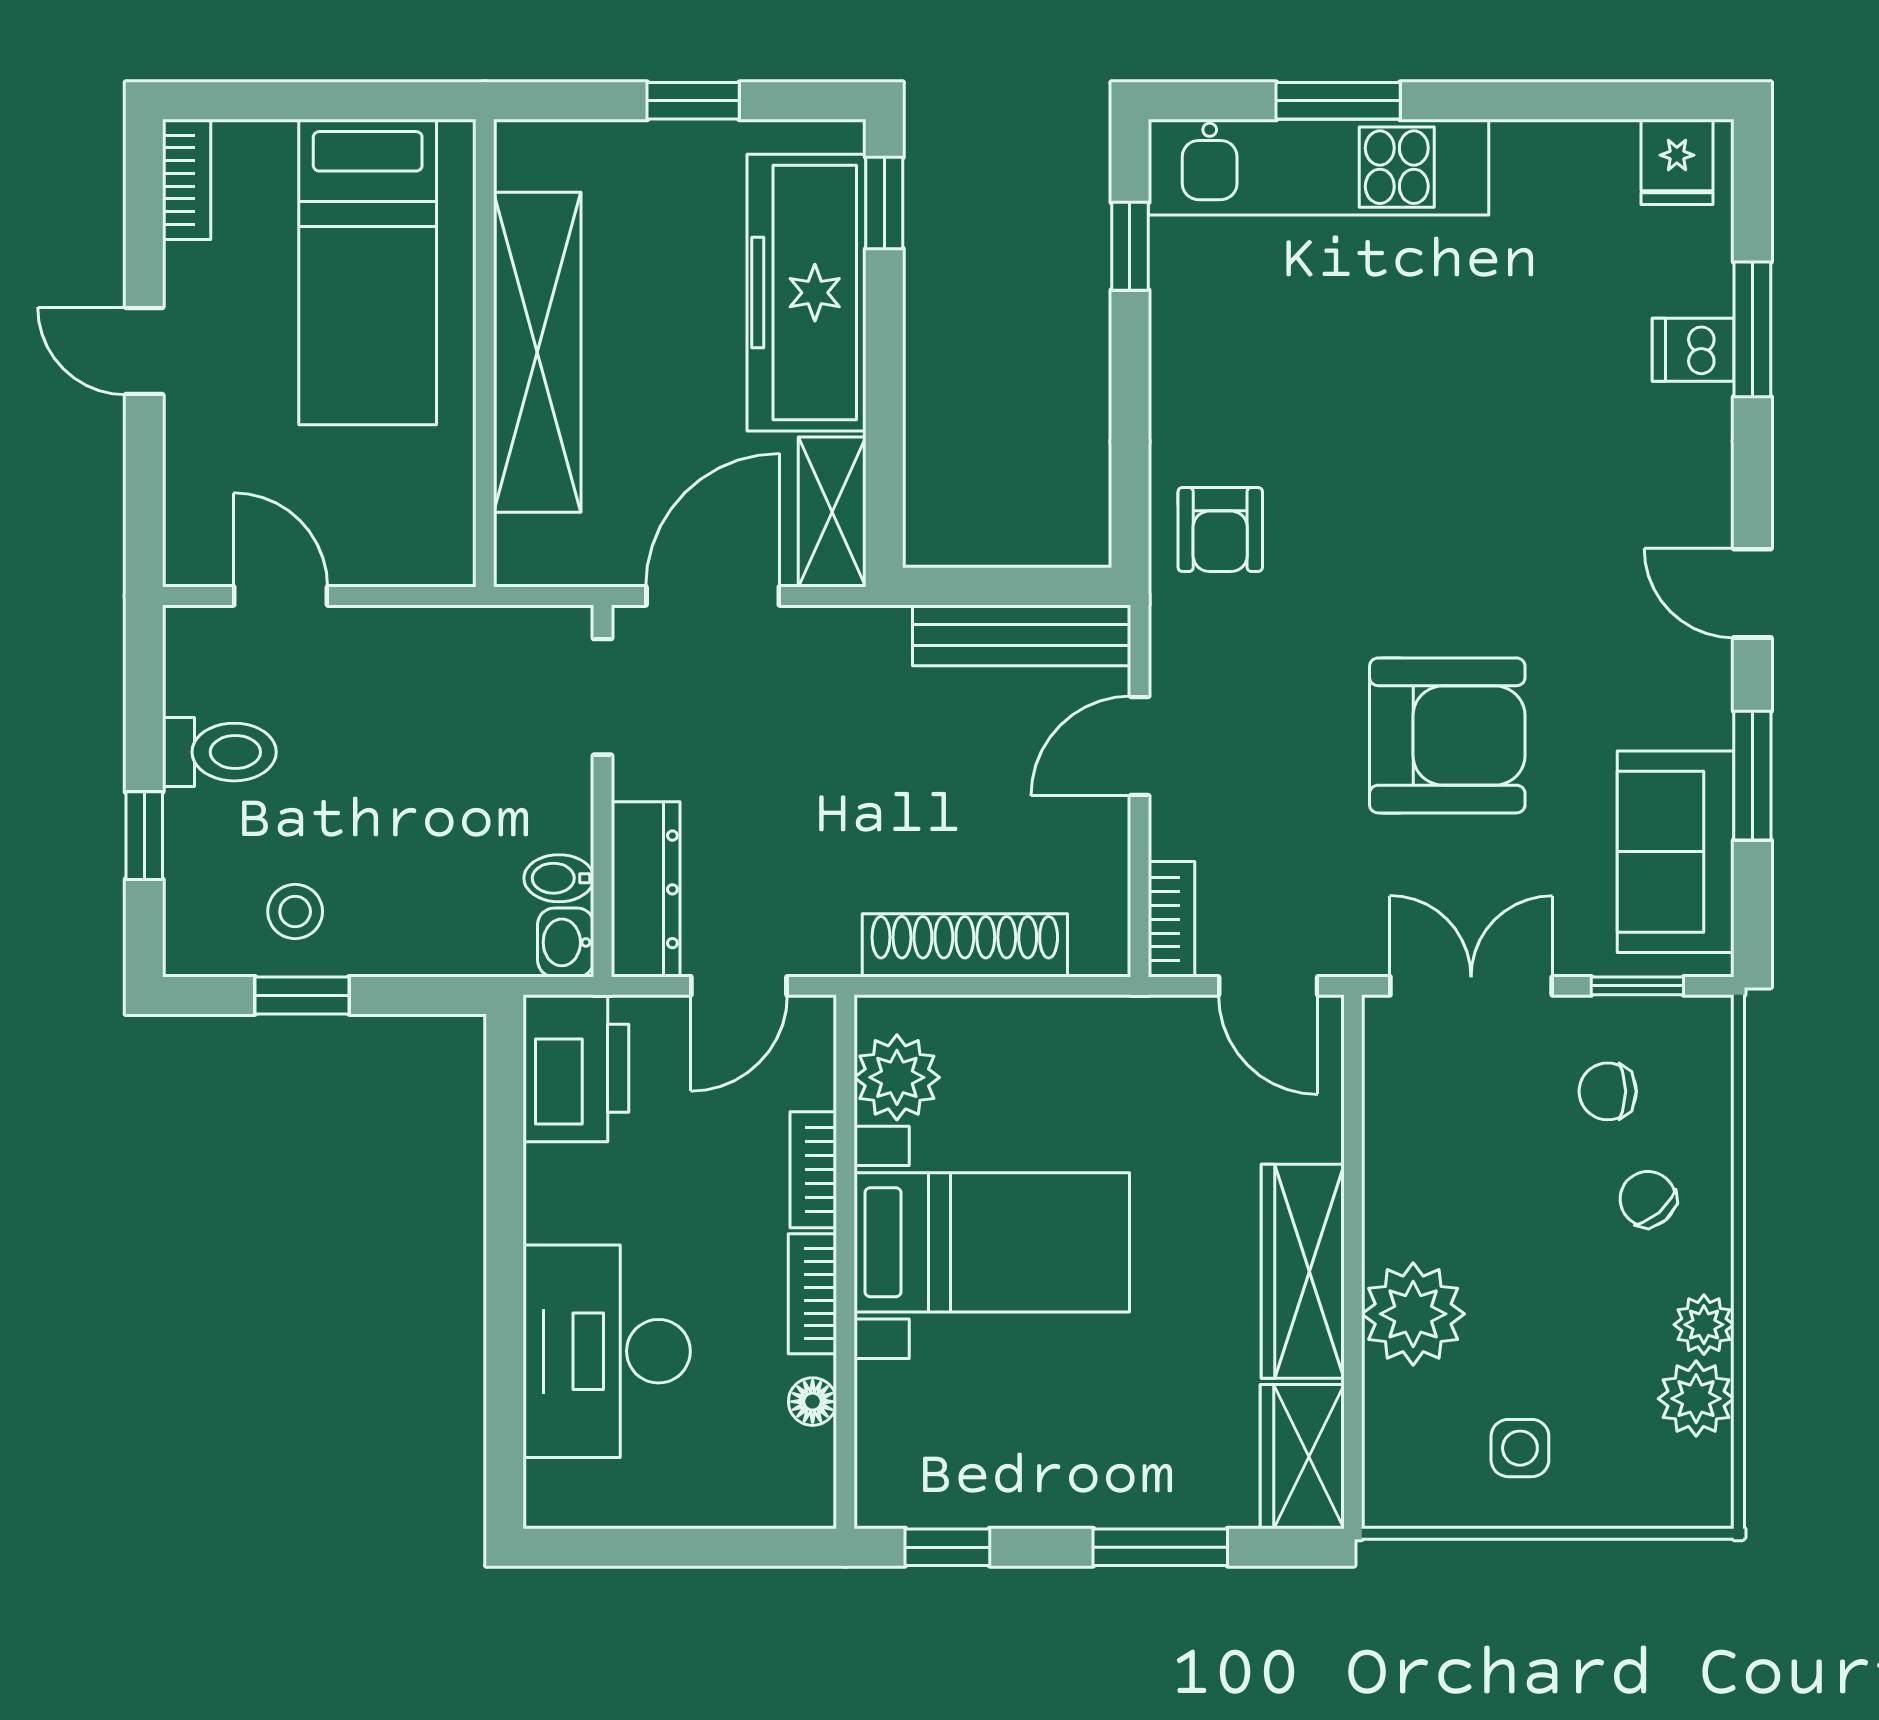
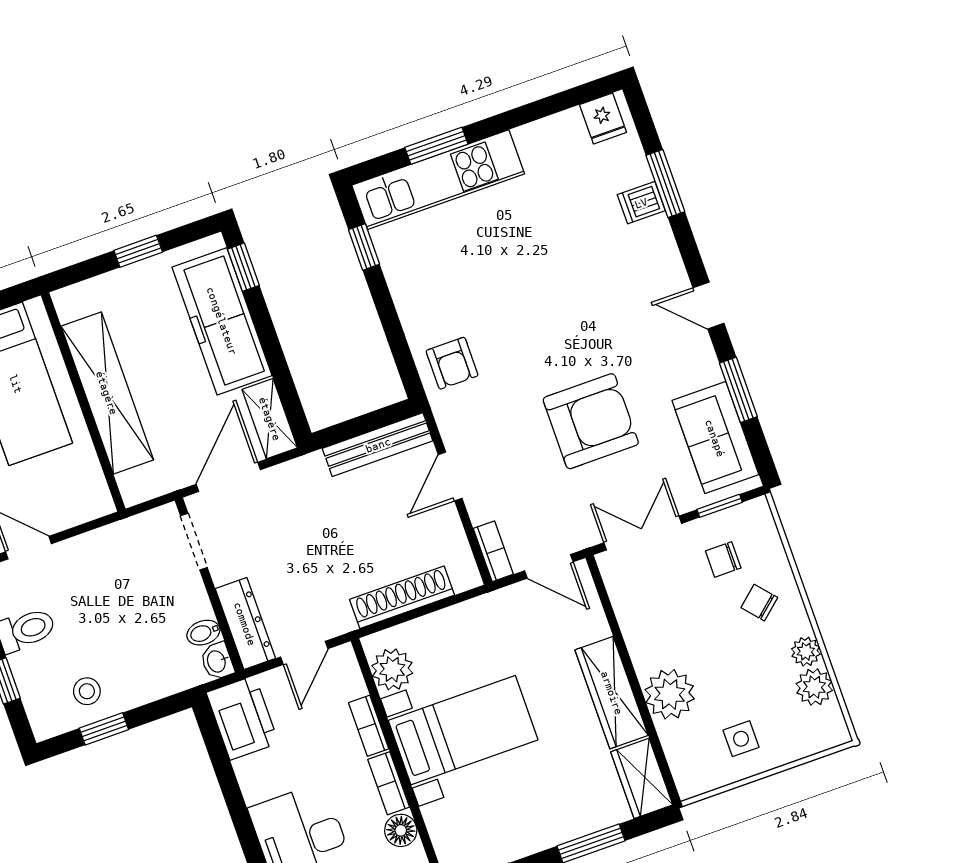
floor lamp: (813, 1402) -> (401, 830), width x1.37, depth x1.37

